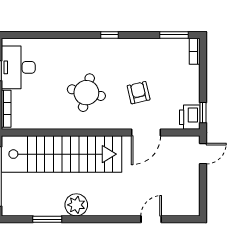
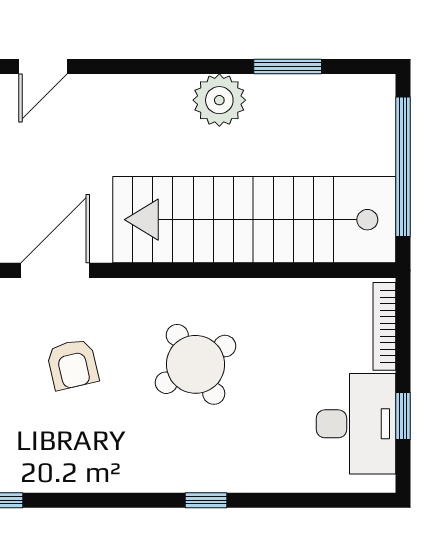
window: (109, 35) -> (206, 500), moved
round table: (86, 93) -> (196, 364), turned 45

